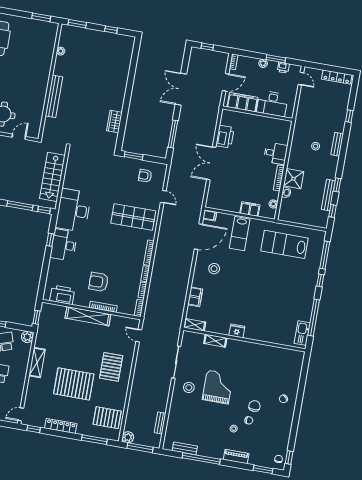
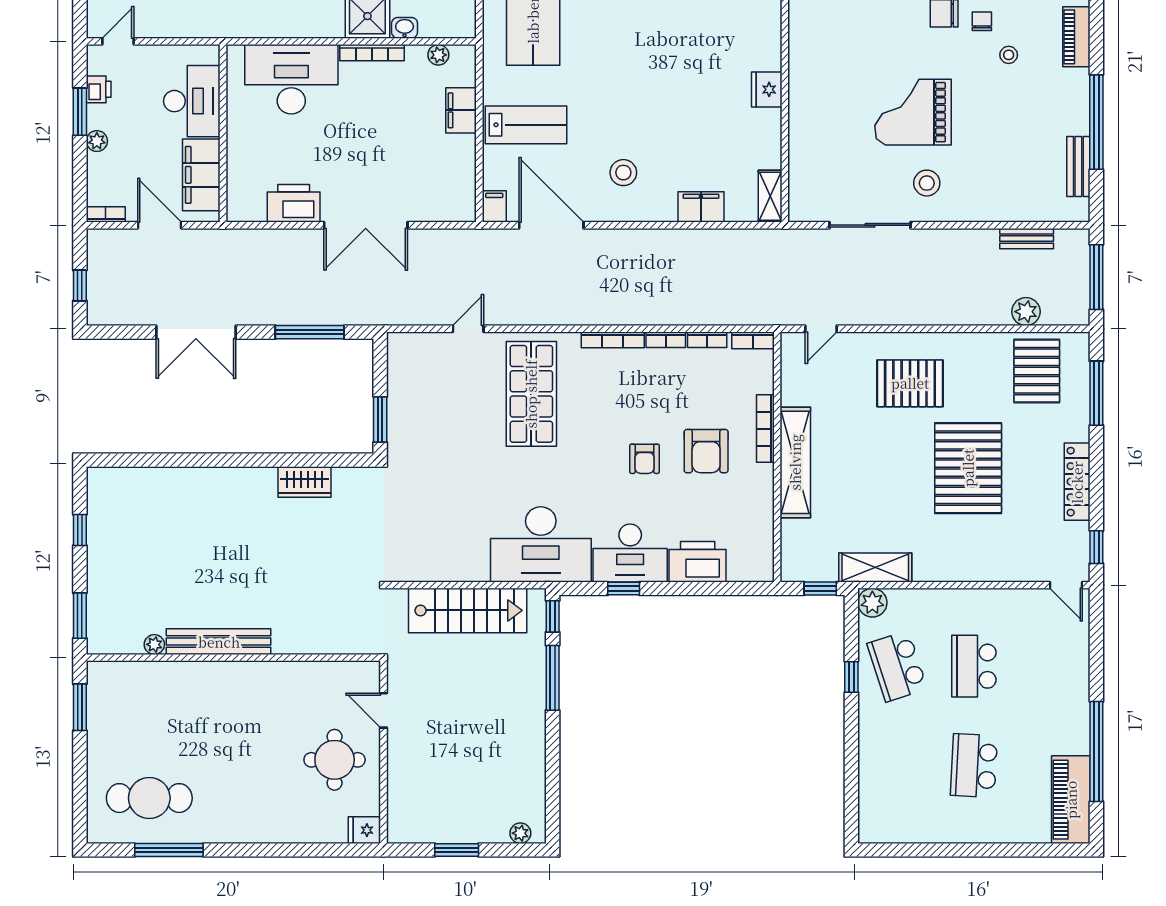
bench: (54, 96) -> (219, 642), moved
desk: (276, 153) -> (291, 79), width x1.87, depth x1.30
armchair: (145, 176) -> (645, 459), moved
printer: (62, 295) -> (698, 562), moved, turned 90
shelving: (215, 341) -> (800, 138), removed
shelving: (37, 363) -> (875, 567), moved
plant: (128, 437) -> (1026, 312), moved

